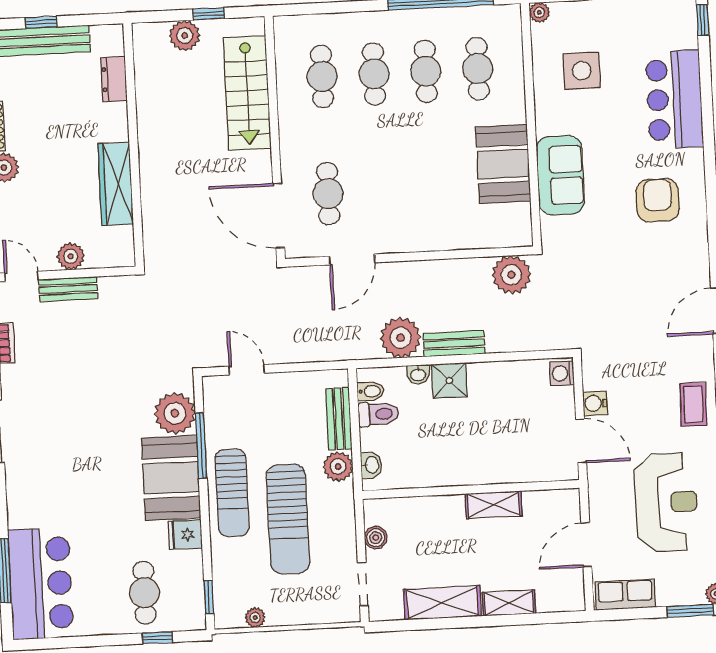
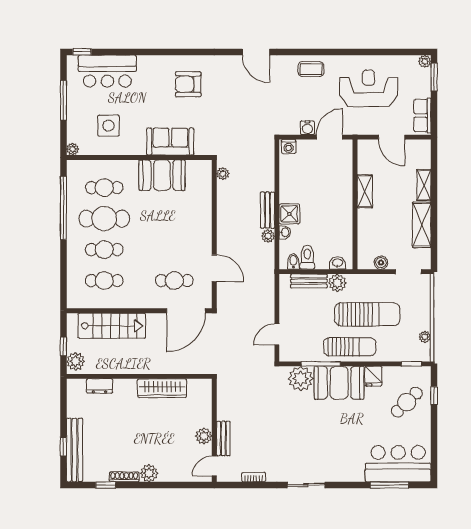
cafe table: (426, 71) -> (104, 219), width x1.37, depth x1.35
dresser: (114, 79) -> (100, 386), moved
bar counter: (675, 99) -> (107, 71), moved
wall: (134, 145) -> (139, 376), moved
wardrobe: (116, 184) -> (162, 388), moved
plant: (511, 275) -> (223, 174), width x0.53, depth x0.53
plant: (401, 338) -> (268, 236), width x0.53, depth x0.53
cafe table: (144, 593) -> (407, 402), turned -44

